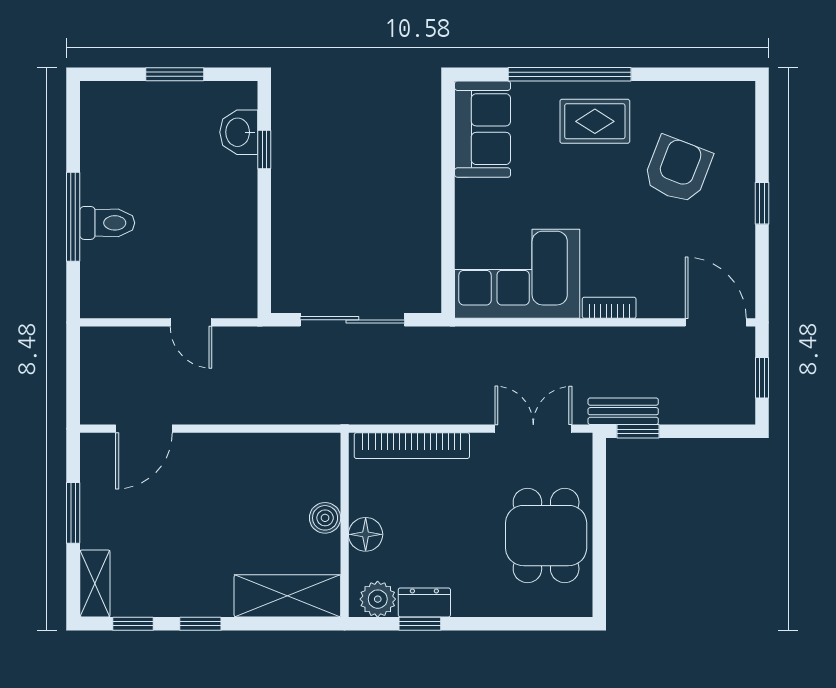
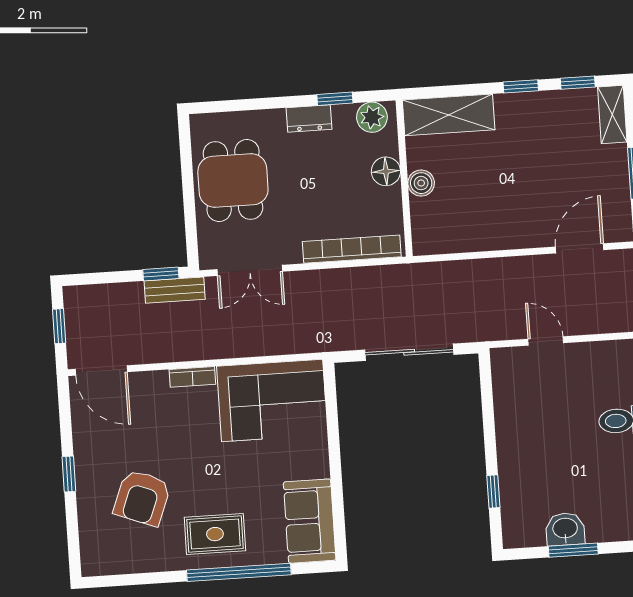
washbasin: (239, 132) -> (565, 529), moved, turned -90
dresser: (424, 602) -> (309, 119), moved

